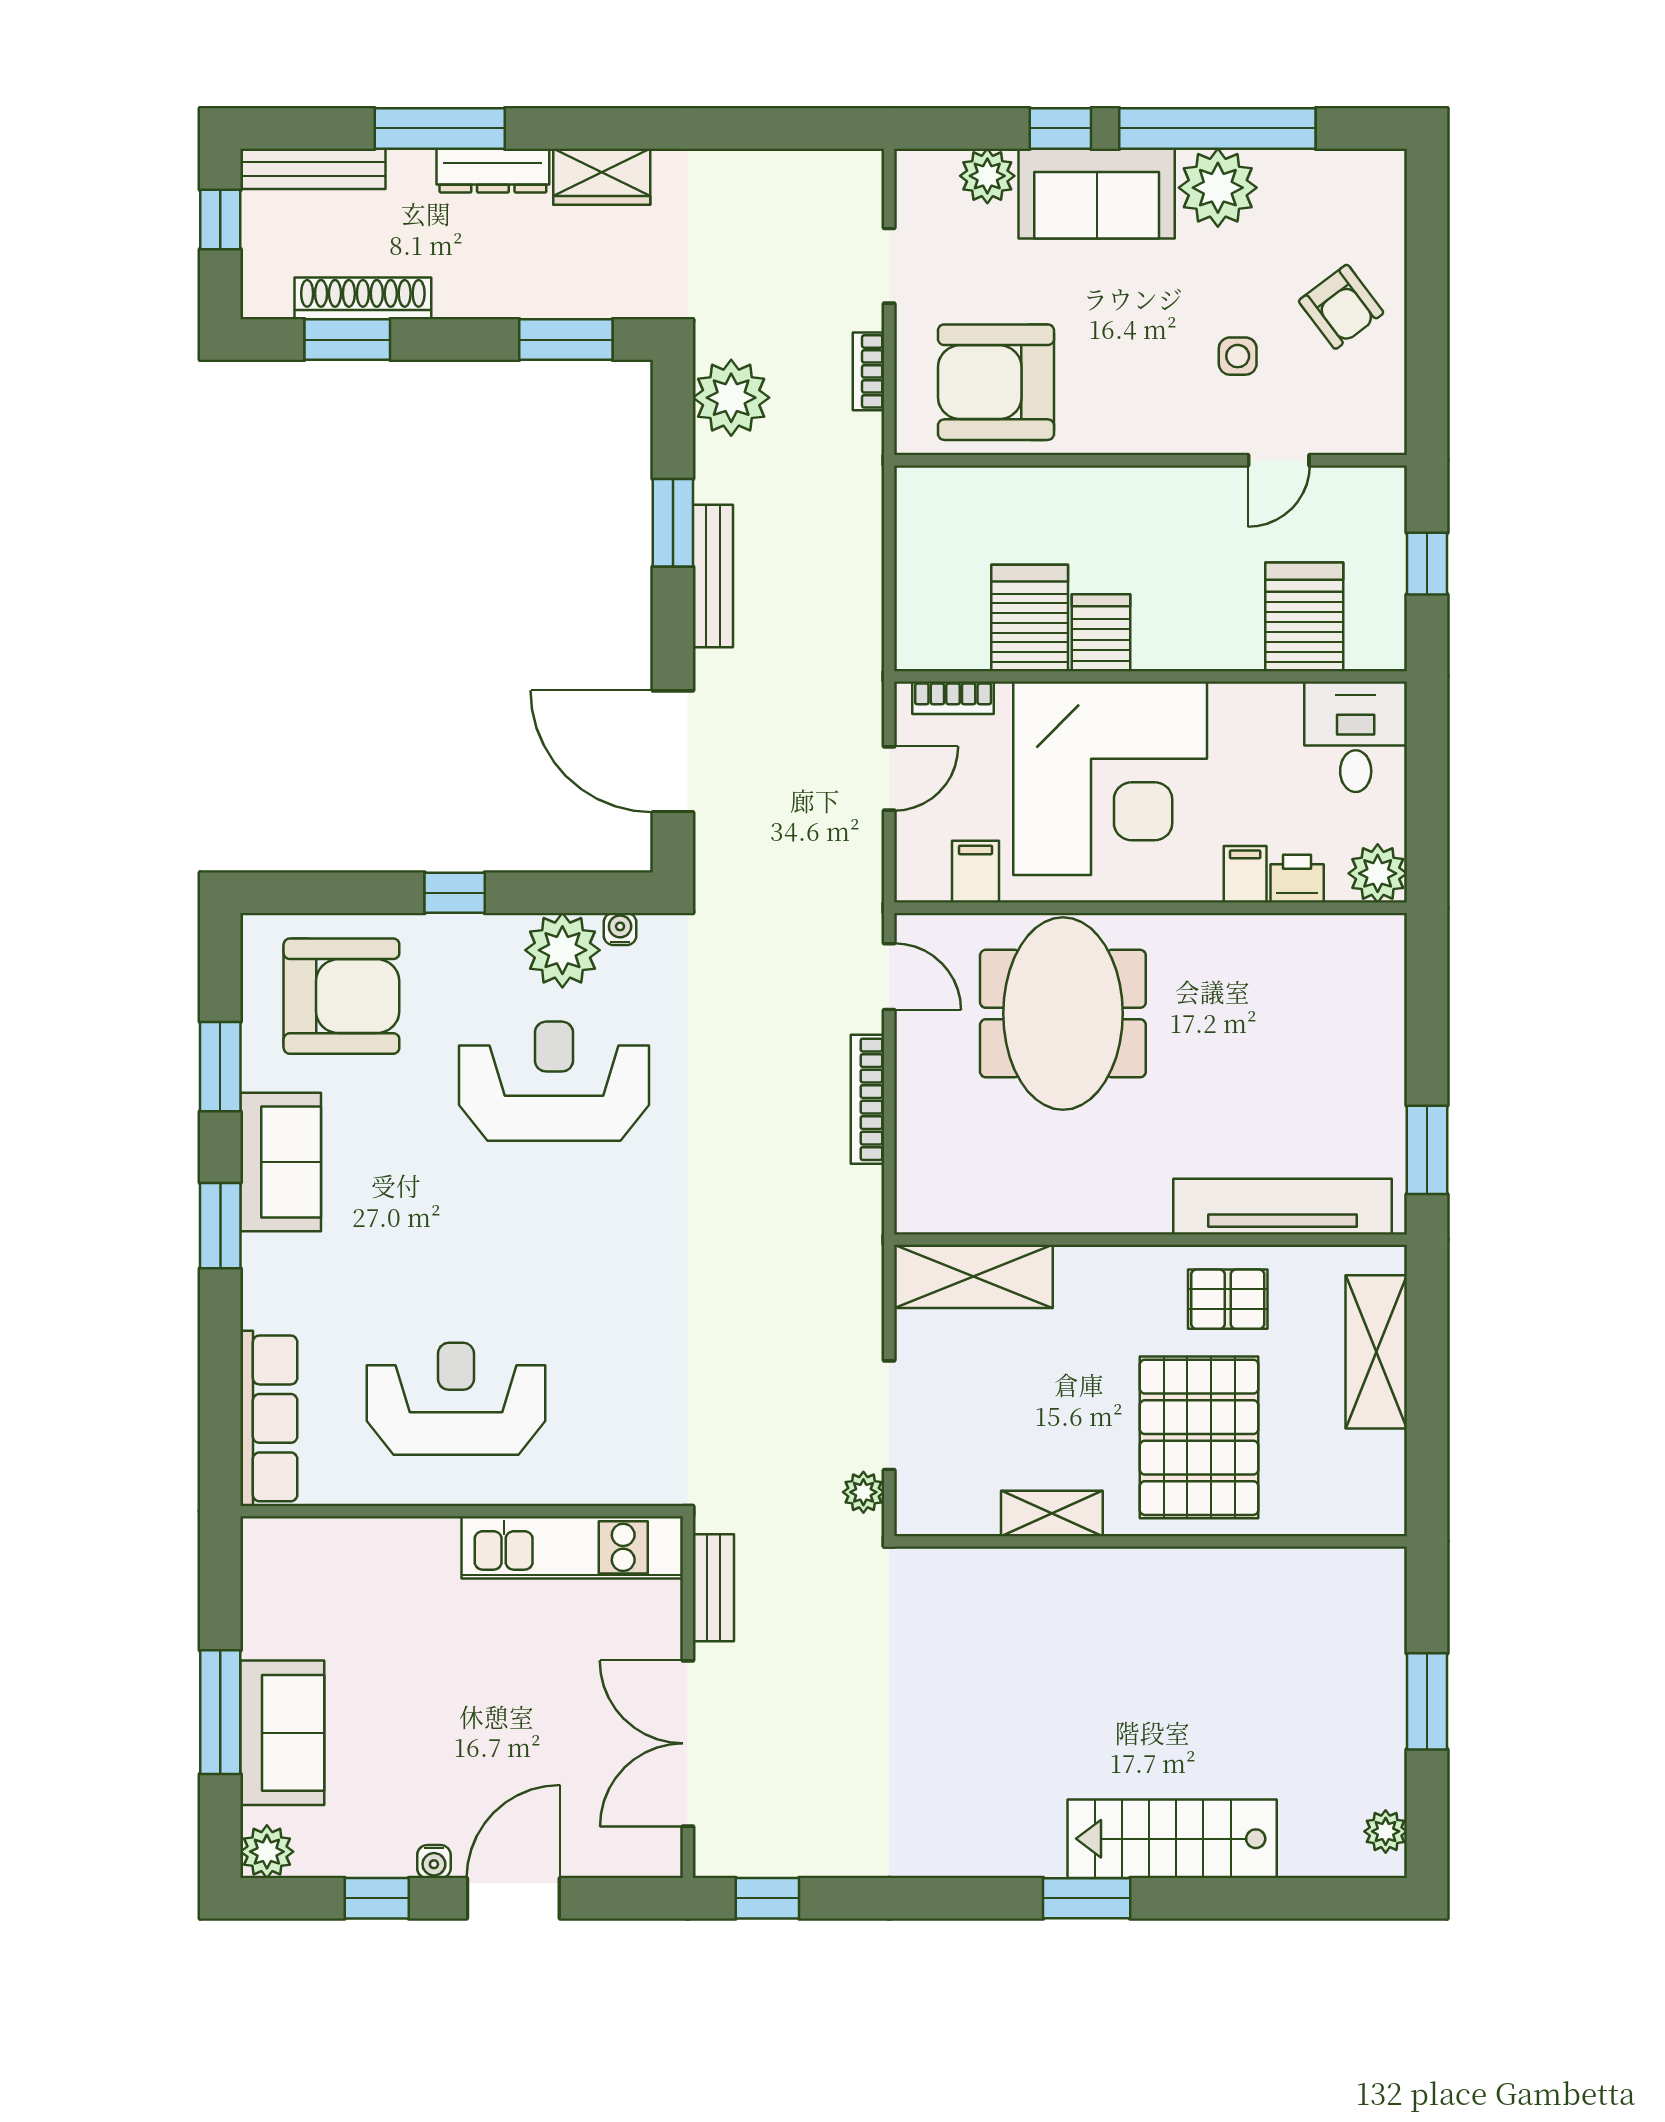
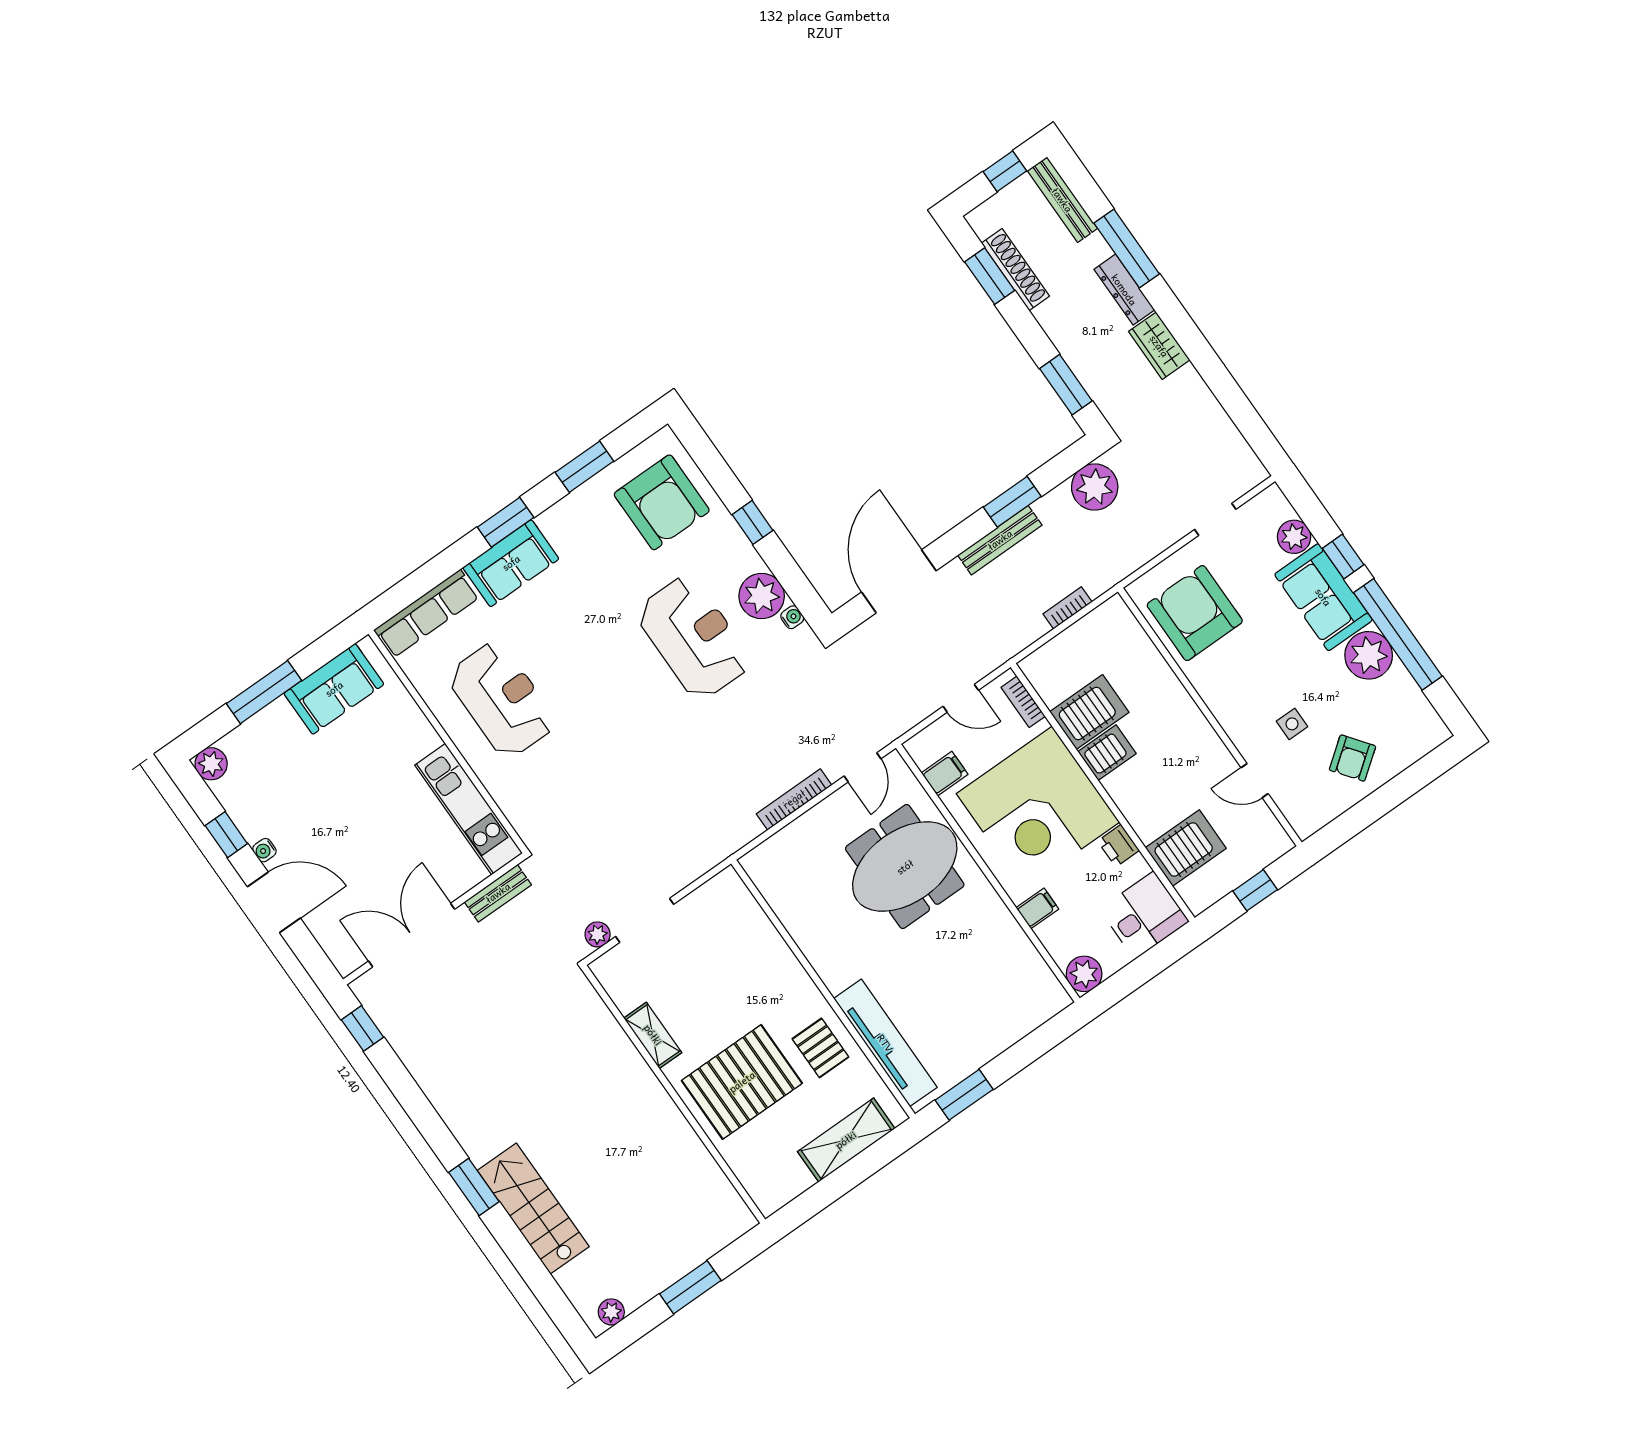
bookcase: (868, 371) -> (1068, 608), moved
printer: (1297, 879) -> (1118, 846), moved, turned 180
sofa: (281, 1162) -> (511, 563), moved
shelving: (973, 1276) -> (743, 914), removed
sofa: (282, 1733) -> (334, 689), moved

